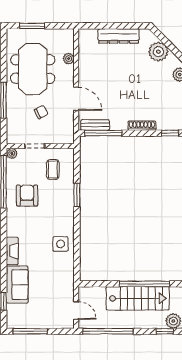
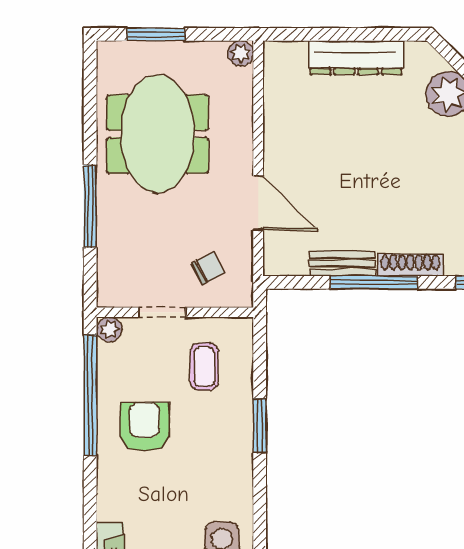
plant: (69, 59) -> (241, 53), moved
chair: (41, 112) -> (208, 268), moved
bench: (95, 125) -> (343, 264), moved
window: (103, 133) -> (374, 282), moved

